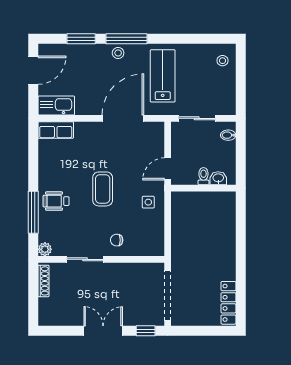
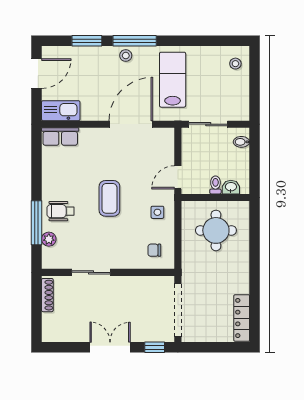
round table: (204, 219) -> (216, 230), added
chair: (117, 240) -> (154, 250), moved
plant: (45, 249) -> (49, 239), moved

